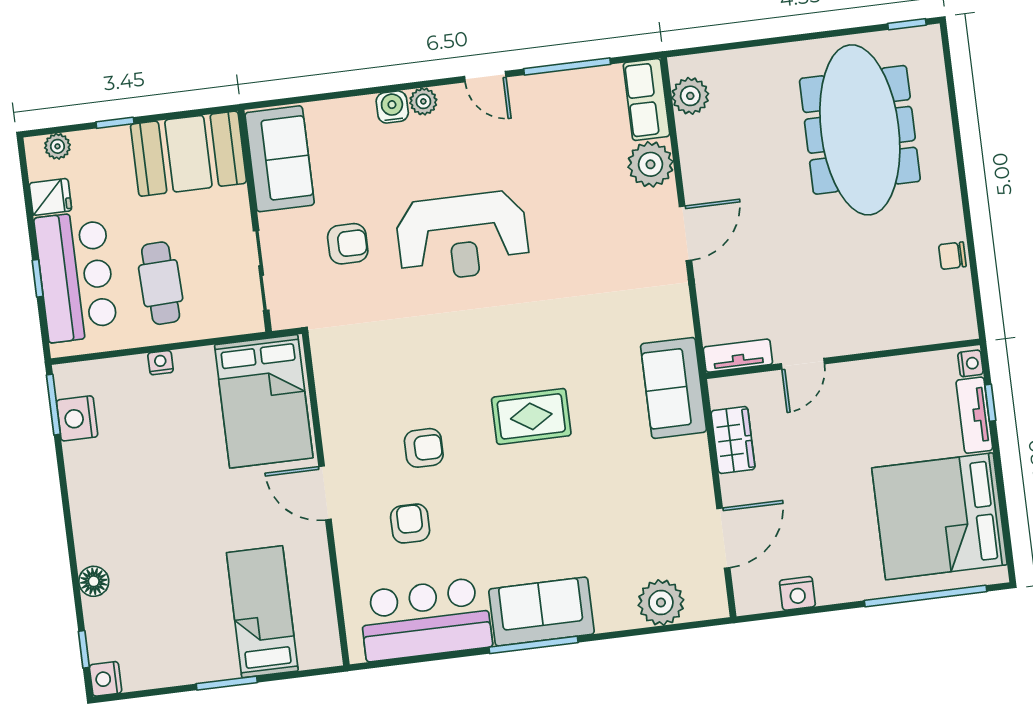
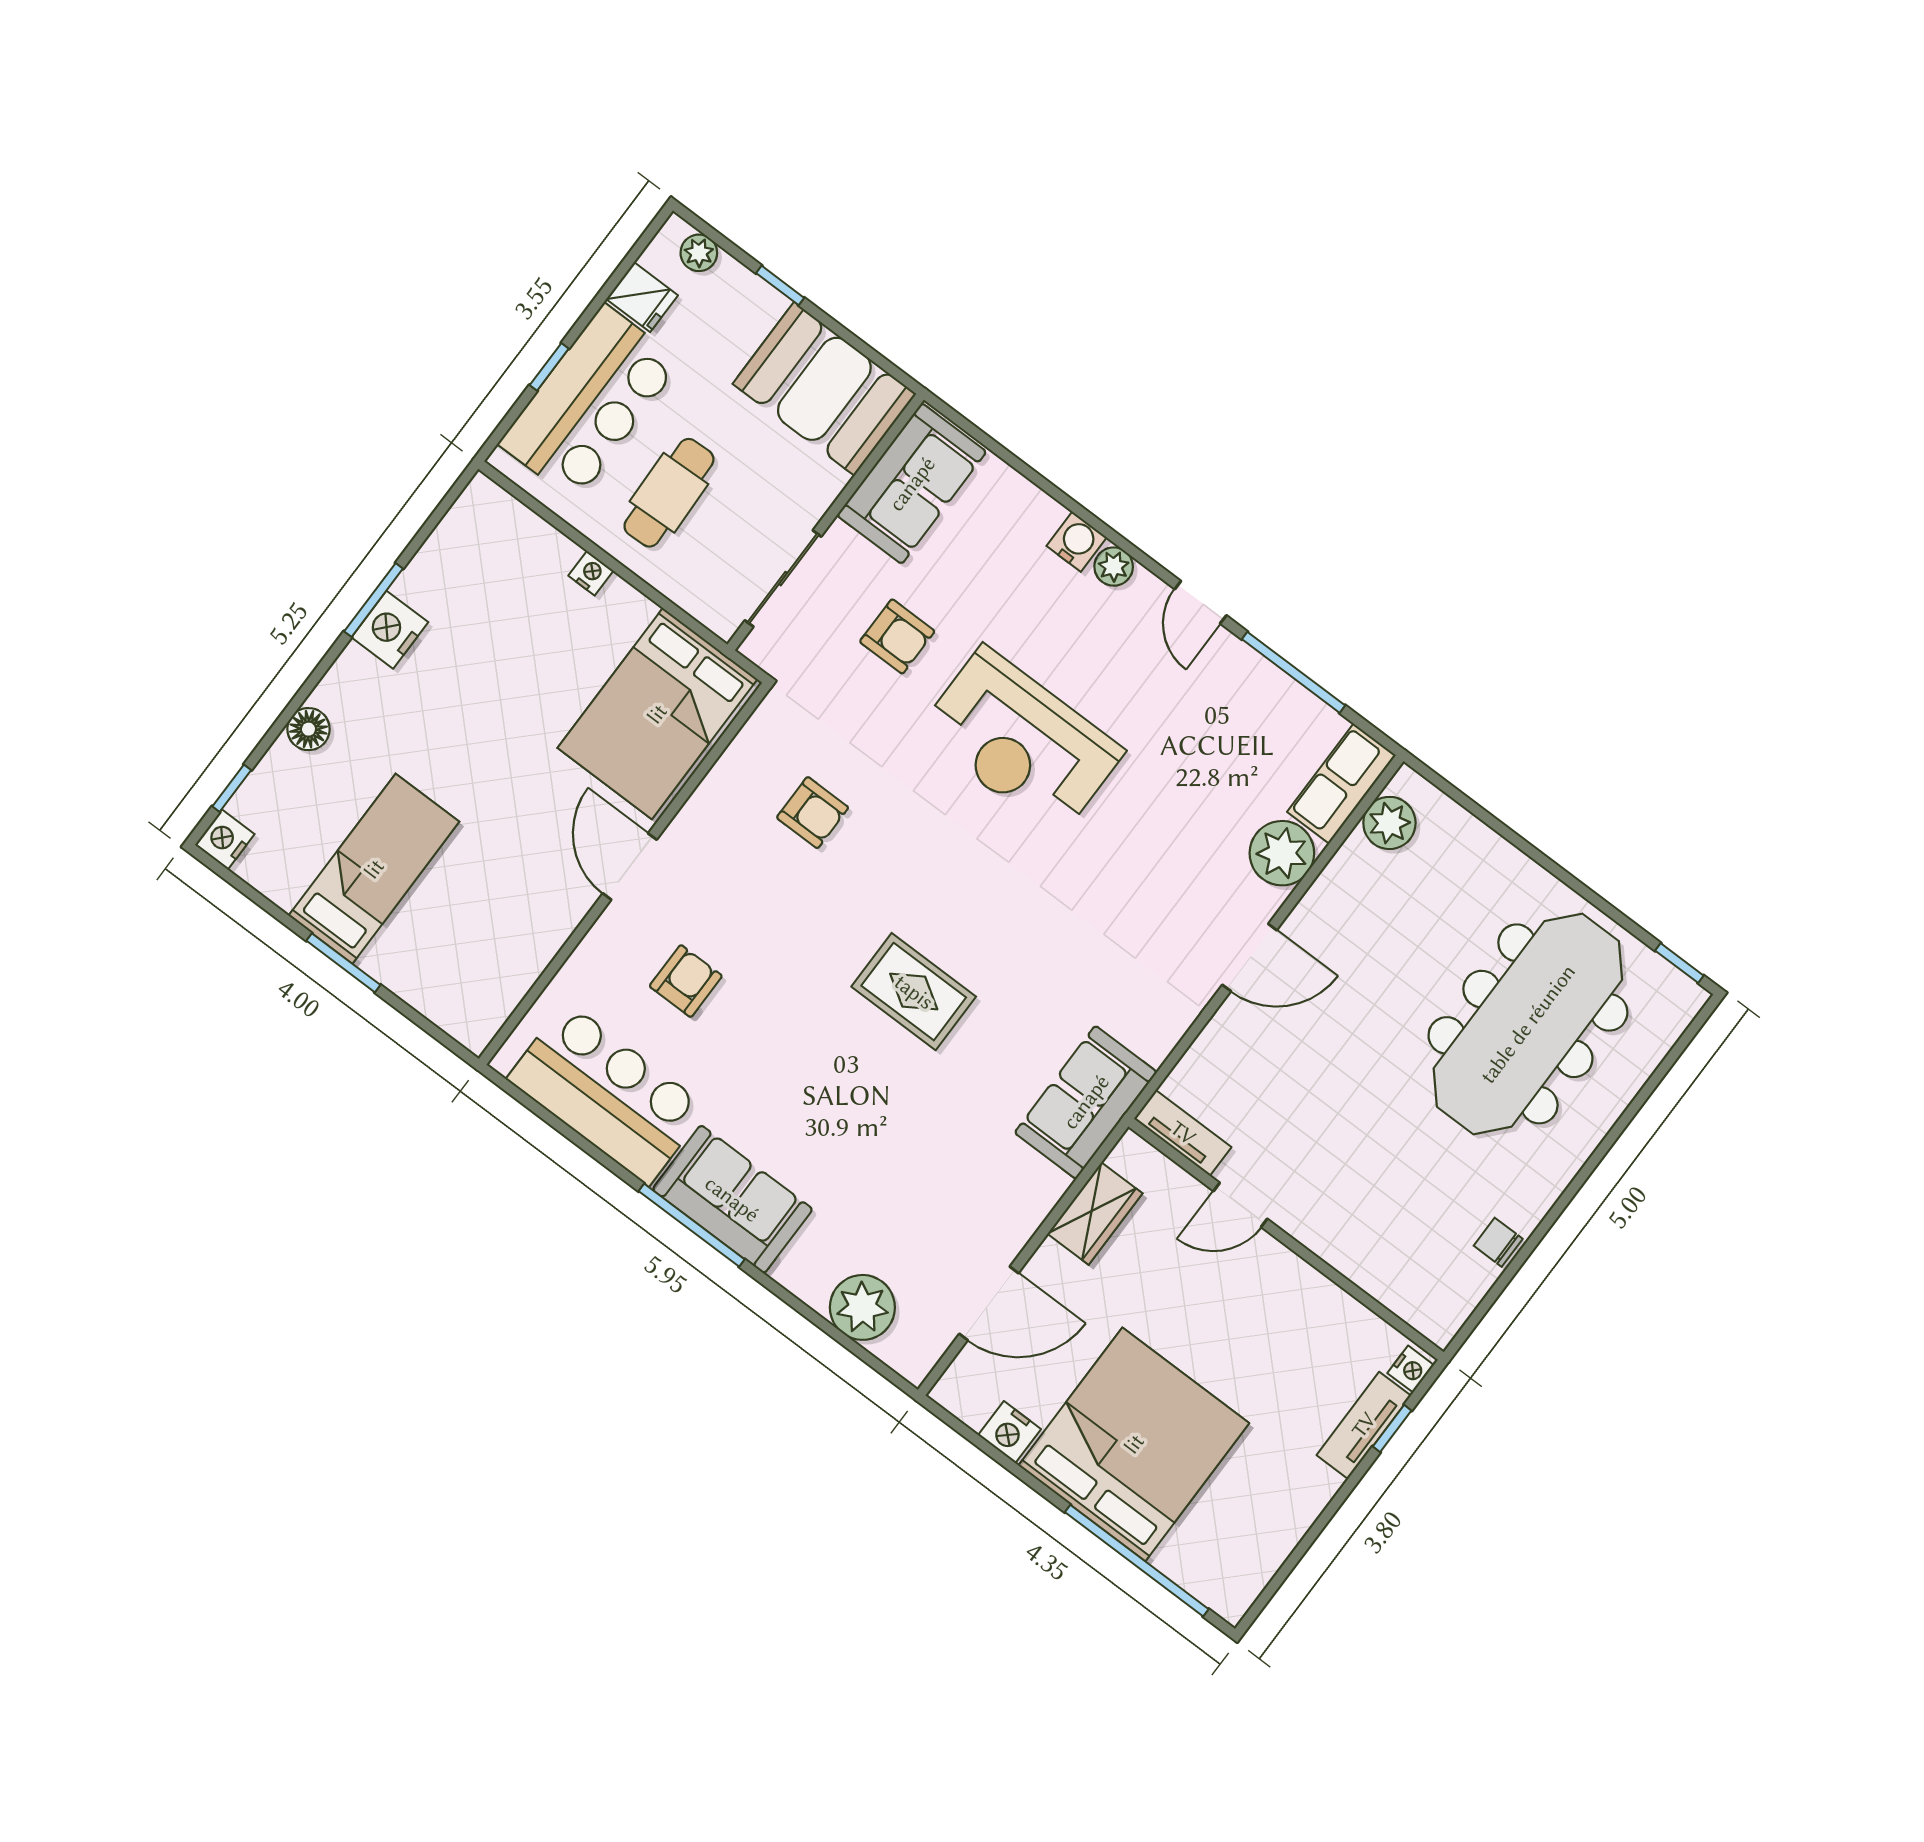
window: (53, 405) -> (374, 600), moved
nightstand: (77, 418) -> (390, 630), moved
armchair: (424, 448) -> (813, 813), moved
bed: (939, 516) -> (1134, 1444), moved, turned 90
bed: (262, 612) -> (374, 869), moved

